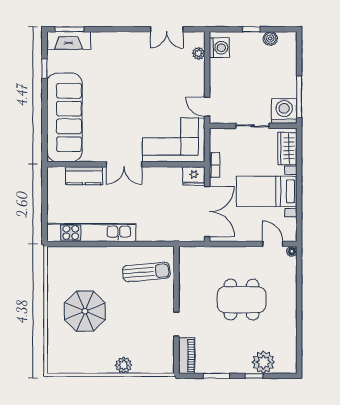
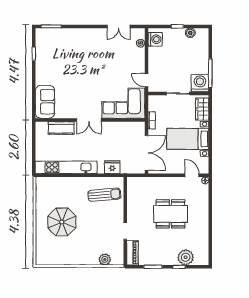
fireplace: (69, 41) -> (50, 34), removed
sofa: (64, 117) -> (45, 102), width x0.54, depth x0.79
fridge: (194, 176) -> (112, 167), moved, turned 180
plant: (124, 365) -> (105, 259), moved

